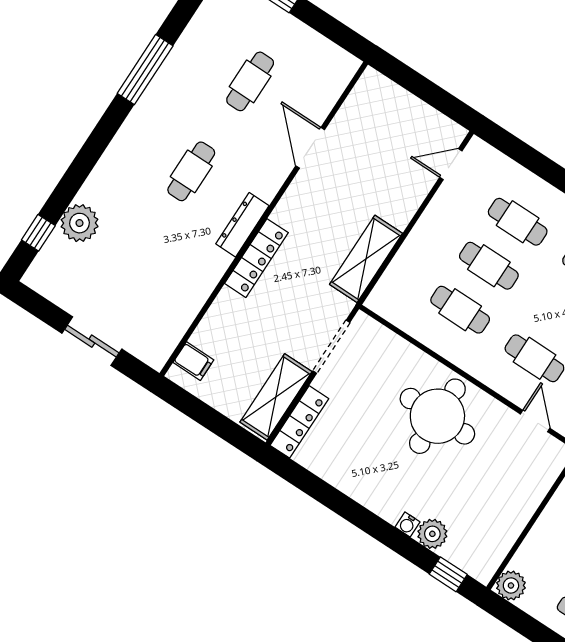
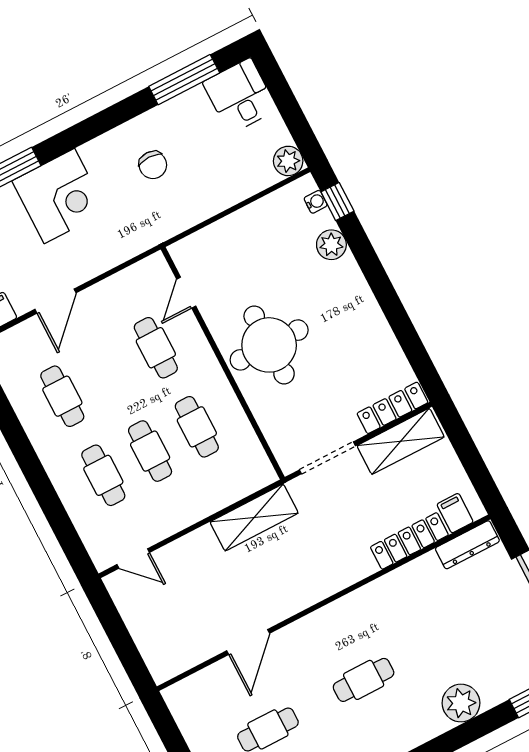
plant: (80, 223) -> (461, 703), moved
dresser: (242, 225) -> (467, 545), moved
locker: (256, 258) -> (409, 541), moved
water cooler: (407, 524) -> (316, 202), moved

